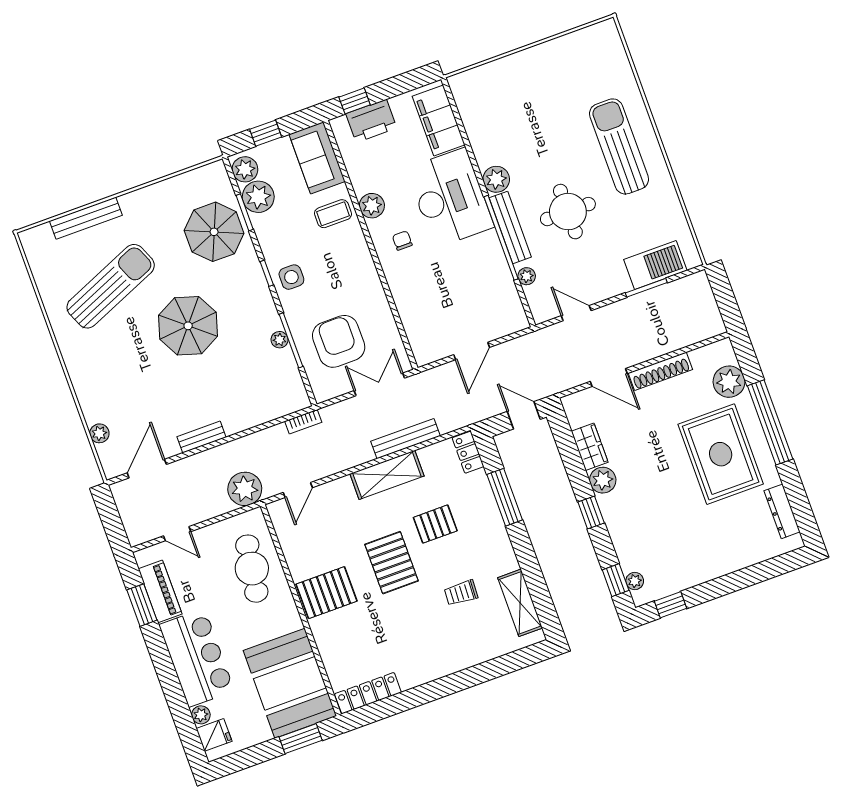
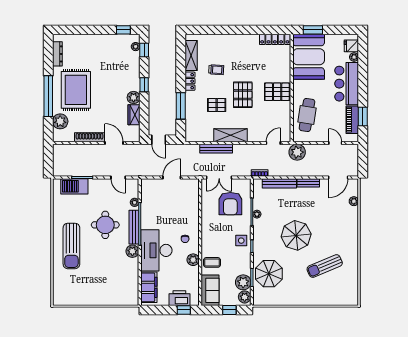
bench: (86, 218) -> (279, 183), moved
sun lounger: (111, 286) -> (325, 266), width x0.73, depth x0.75
locker: (468, 452) -> (190, 81), moved

